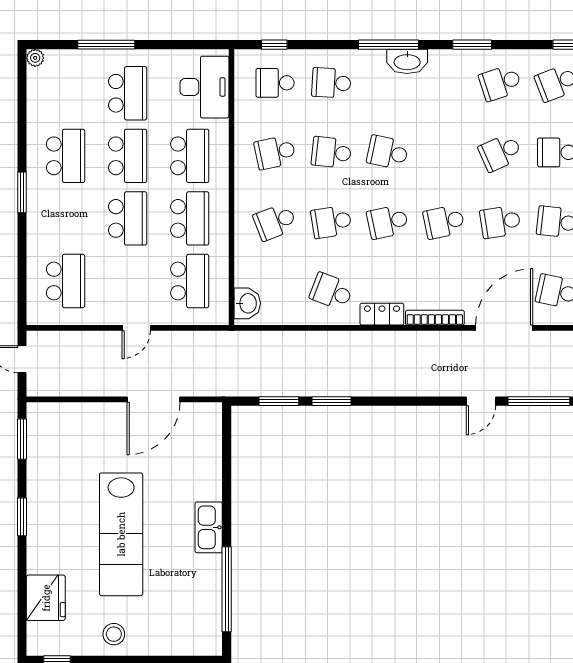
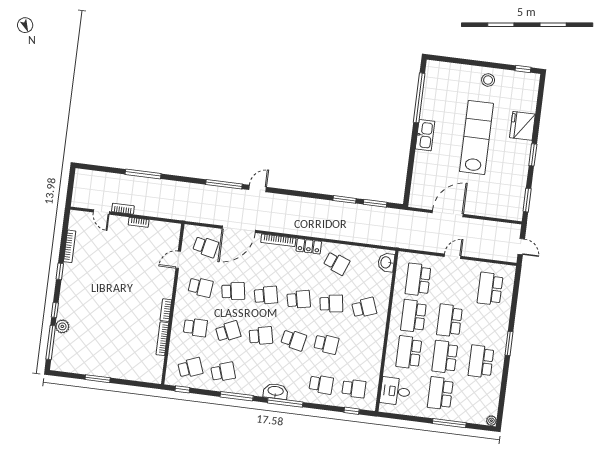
window: (472, 45) -> (237, 396), width x1.44
desk: (204, 87) -> (395, 391), width x0.73
school desk: (275, 152) -> (261, 336), moved
fridge: (46, 598) -> (522, 126), moved

